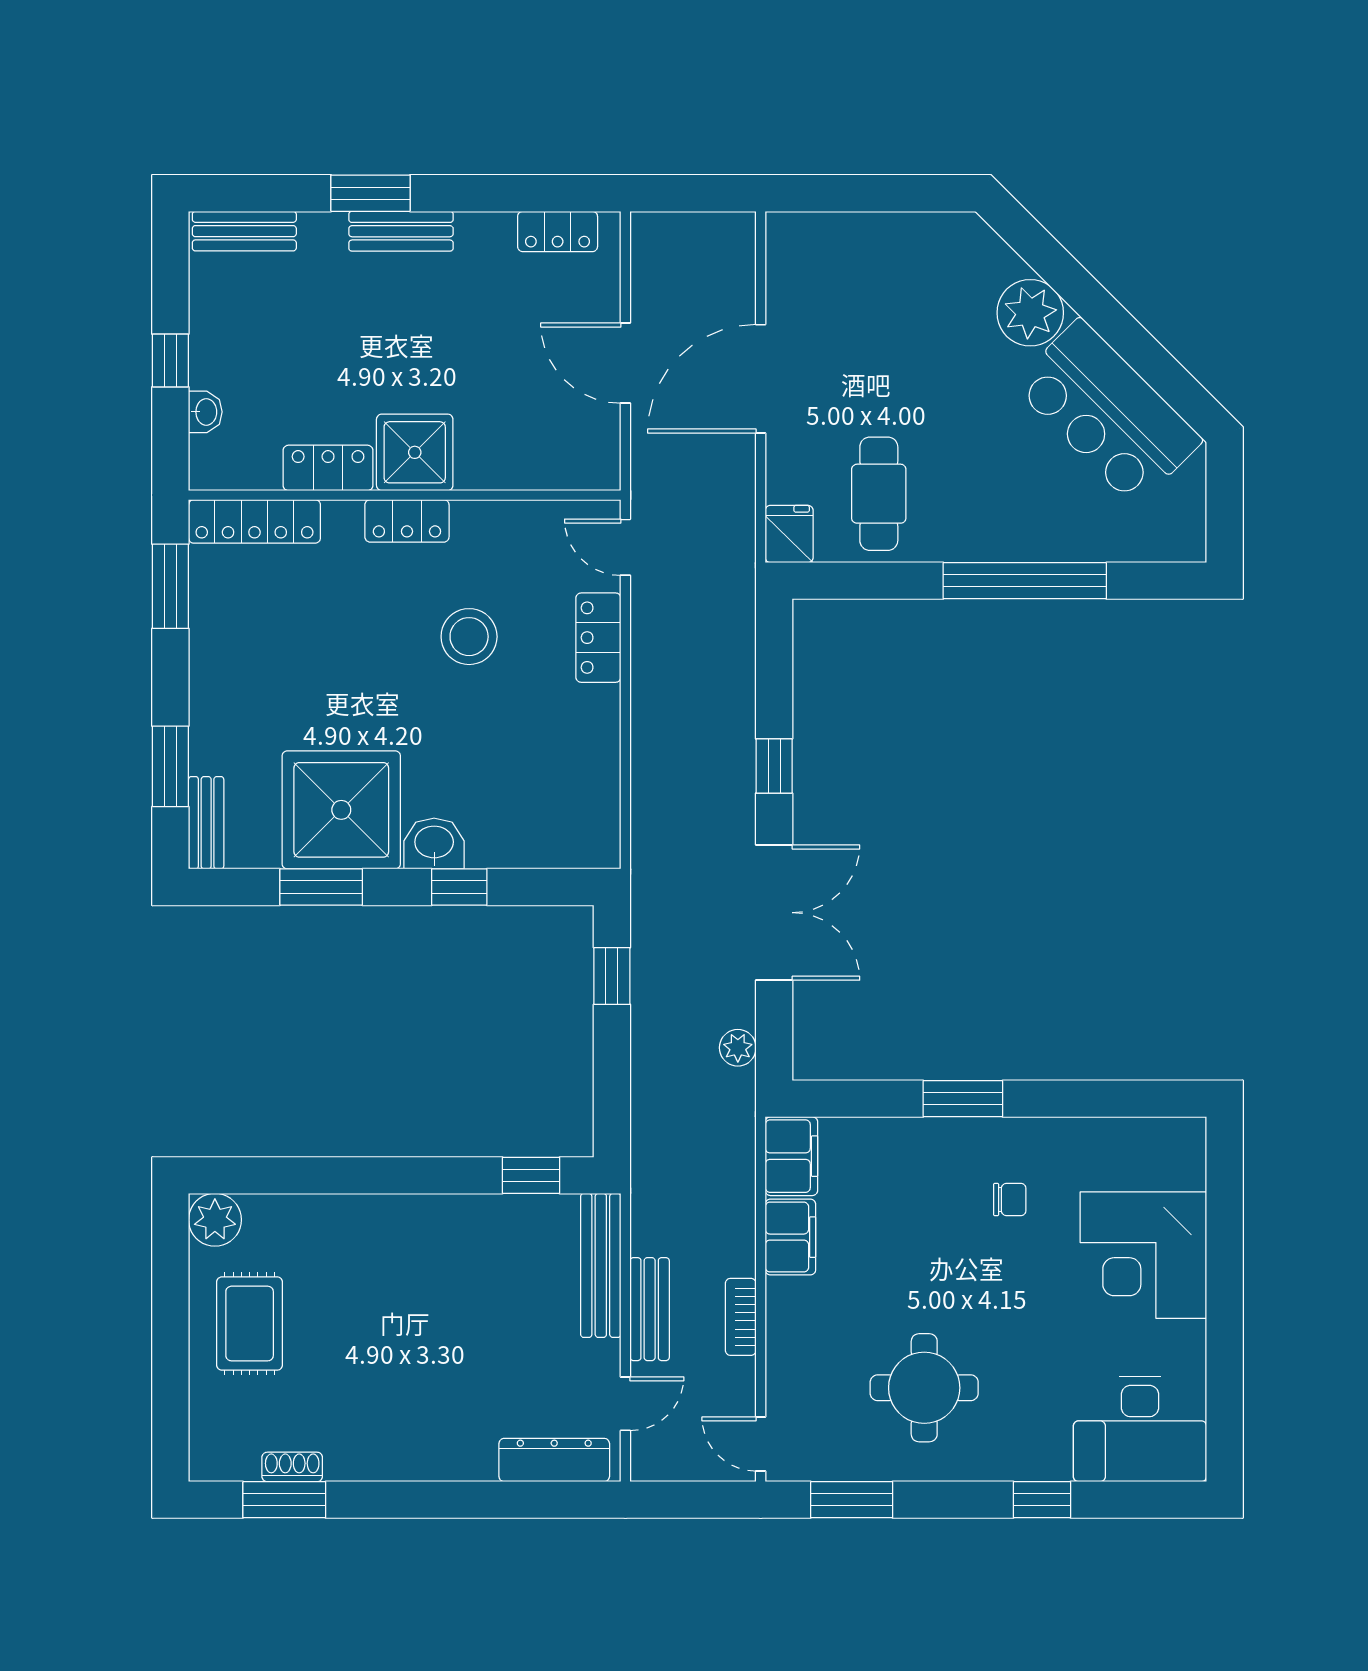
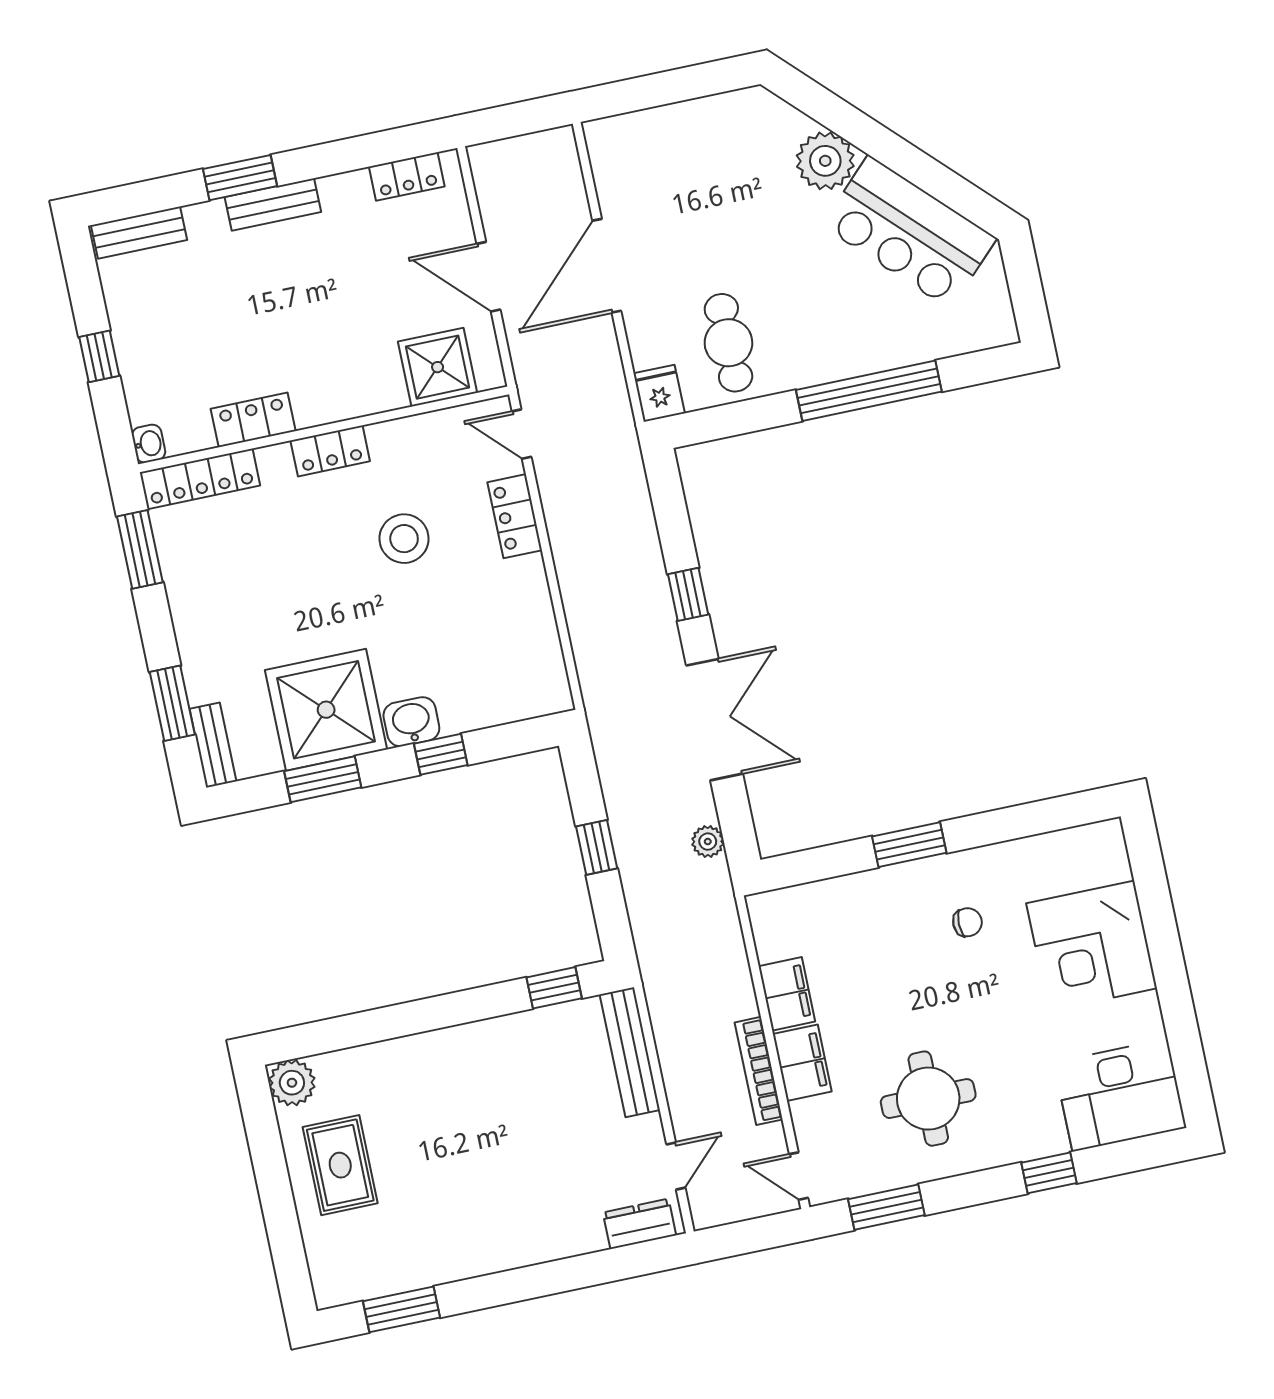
washbasin: (205, 412) -> (149, 444), moved
shower: (415, 452) -> (438, 367), moved
window: (612, 976) -> (597, 847), moved
filing cabinet: (791, 1156) -> (802, 1063), moved
bench: (650, 1309) -> (679, 1081), removed
bookcase: (741, 1317) -> (759, 1071), width x1.56
dresser: (554, 1460) -> (639, 1224), width x0.70
shoe rack: (292, 1467) -> (402, 1280), removed

